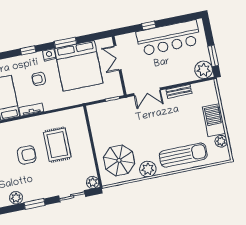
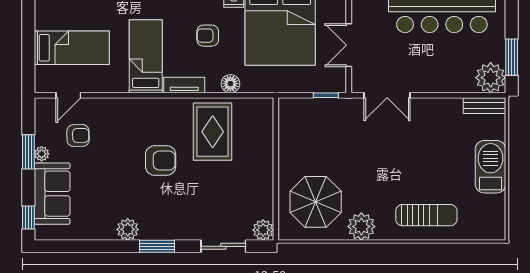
double door: (118, 58) -> (349, 45), moved
bench: (179, 91) -> (484, 106), moved
floor lamp: (57, 103) -> (230, 84), added
plant: (221, 141) -> (495, 205), removed
rug: (57, 145) -> (213, 132), moved
sun lounger: (183, 155) -> (426, 215), width x0.73, depth x0.75

